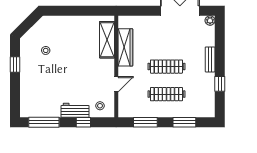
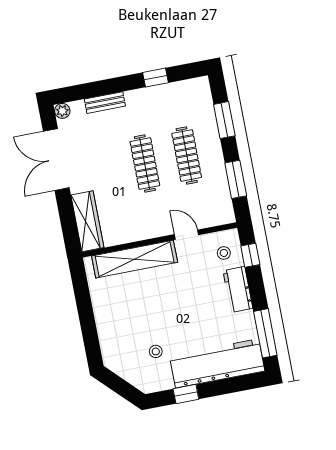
shelving: (107, 40) -> (135, 259), width x1.47
wardrobe: (125, 47) -> (87, 221), moved, turned 90
bench: (210, 59) -> (105, 103), moved
workbench: (31, 88) -> (217, 363), added
window: (83, 122) -> (250, 255), moved

